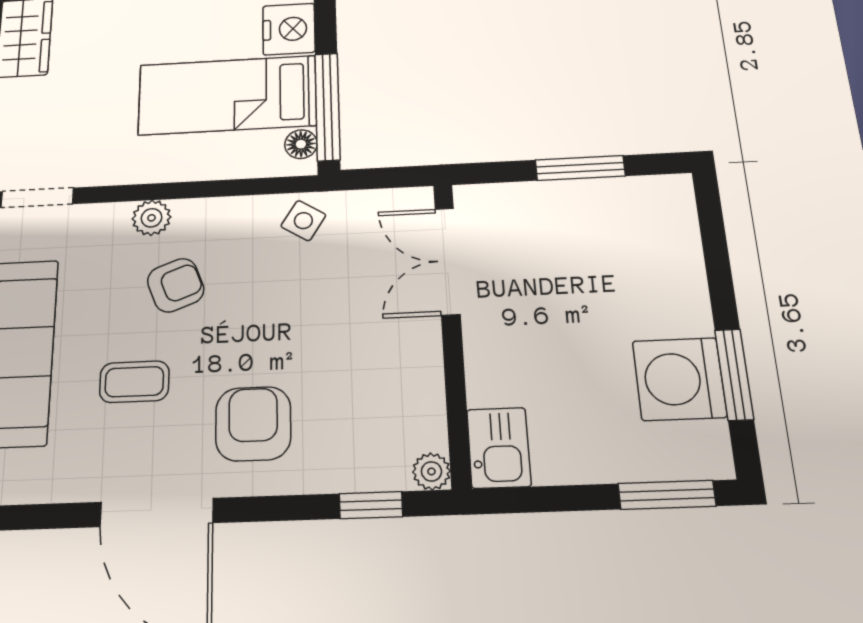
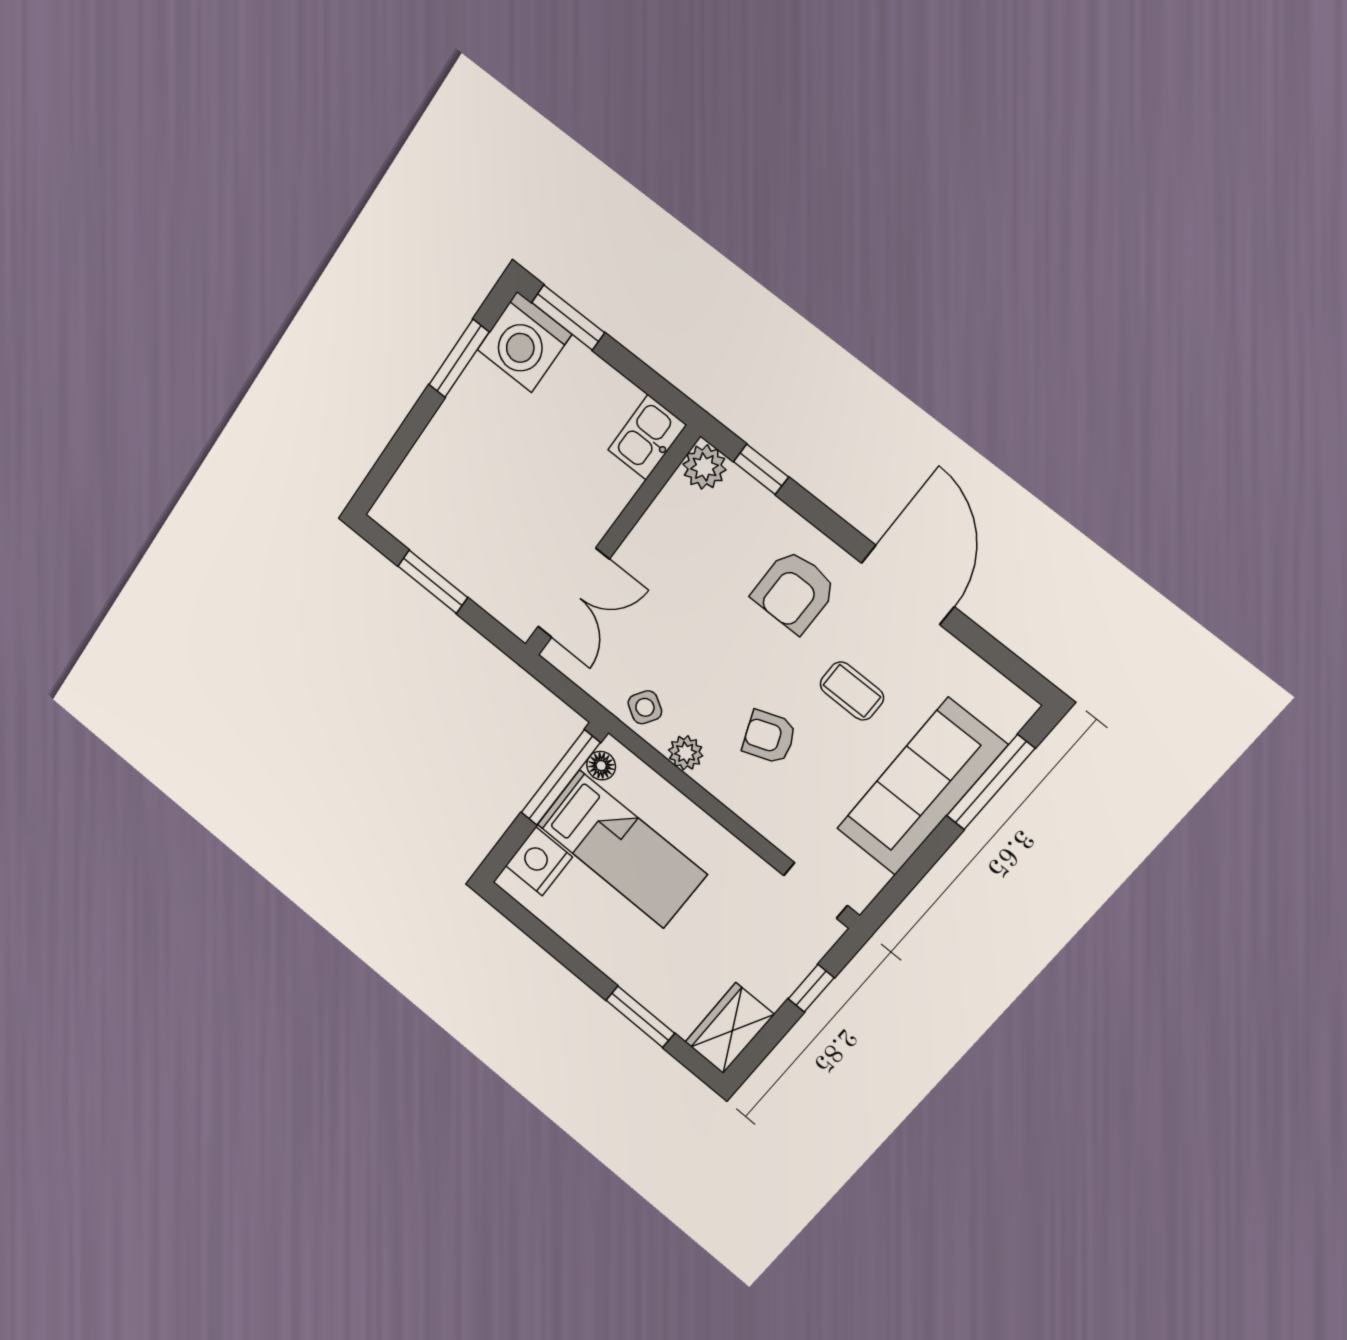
plant: (151, 218) -> (686, 753), moved
washing machine: (679, 379) -> (524, 342), moved, turned 90
plant: (431, 471) -> (704, 467), width x1.38, depth x1.38

